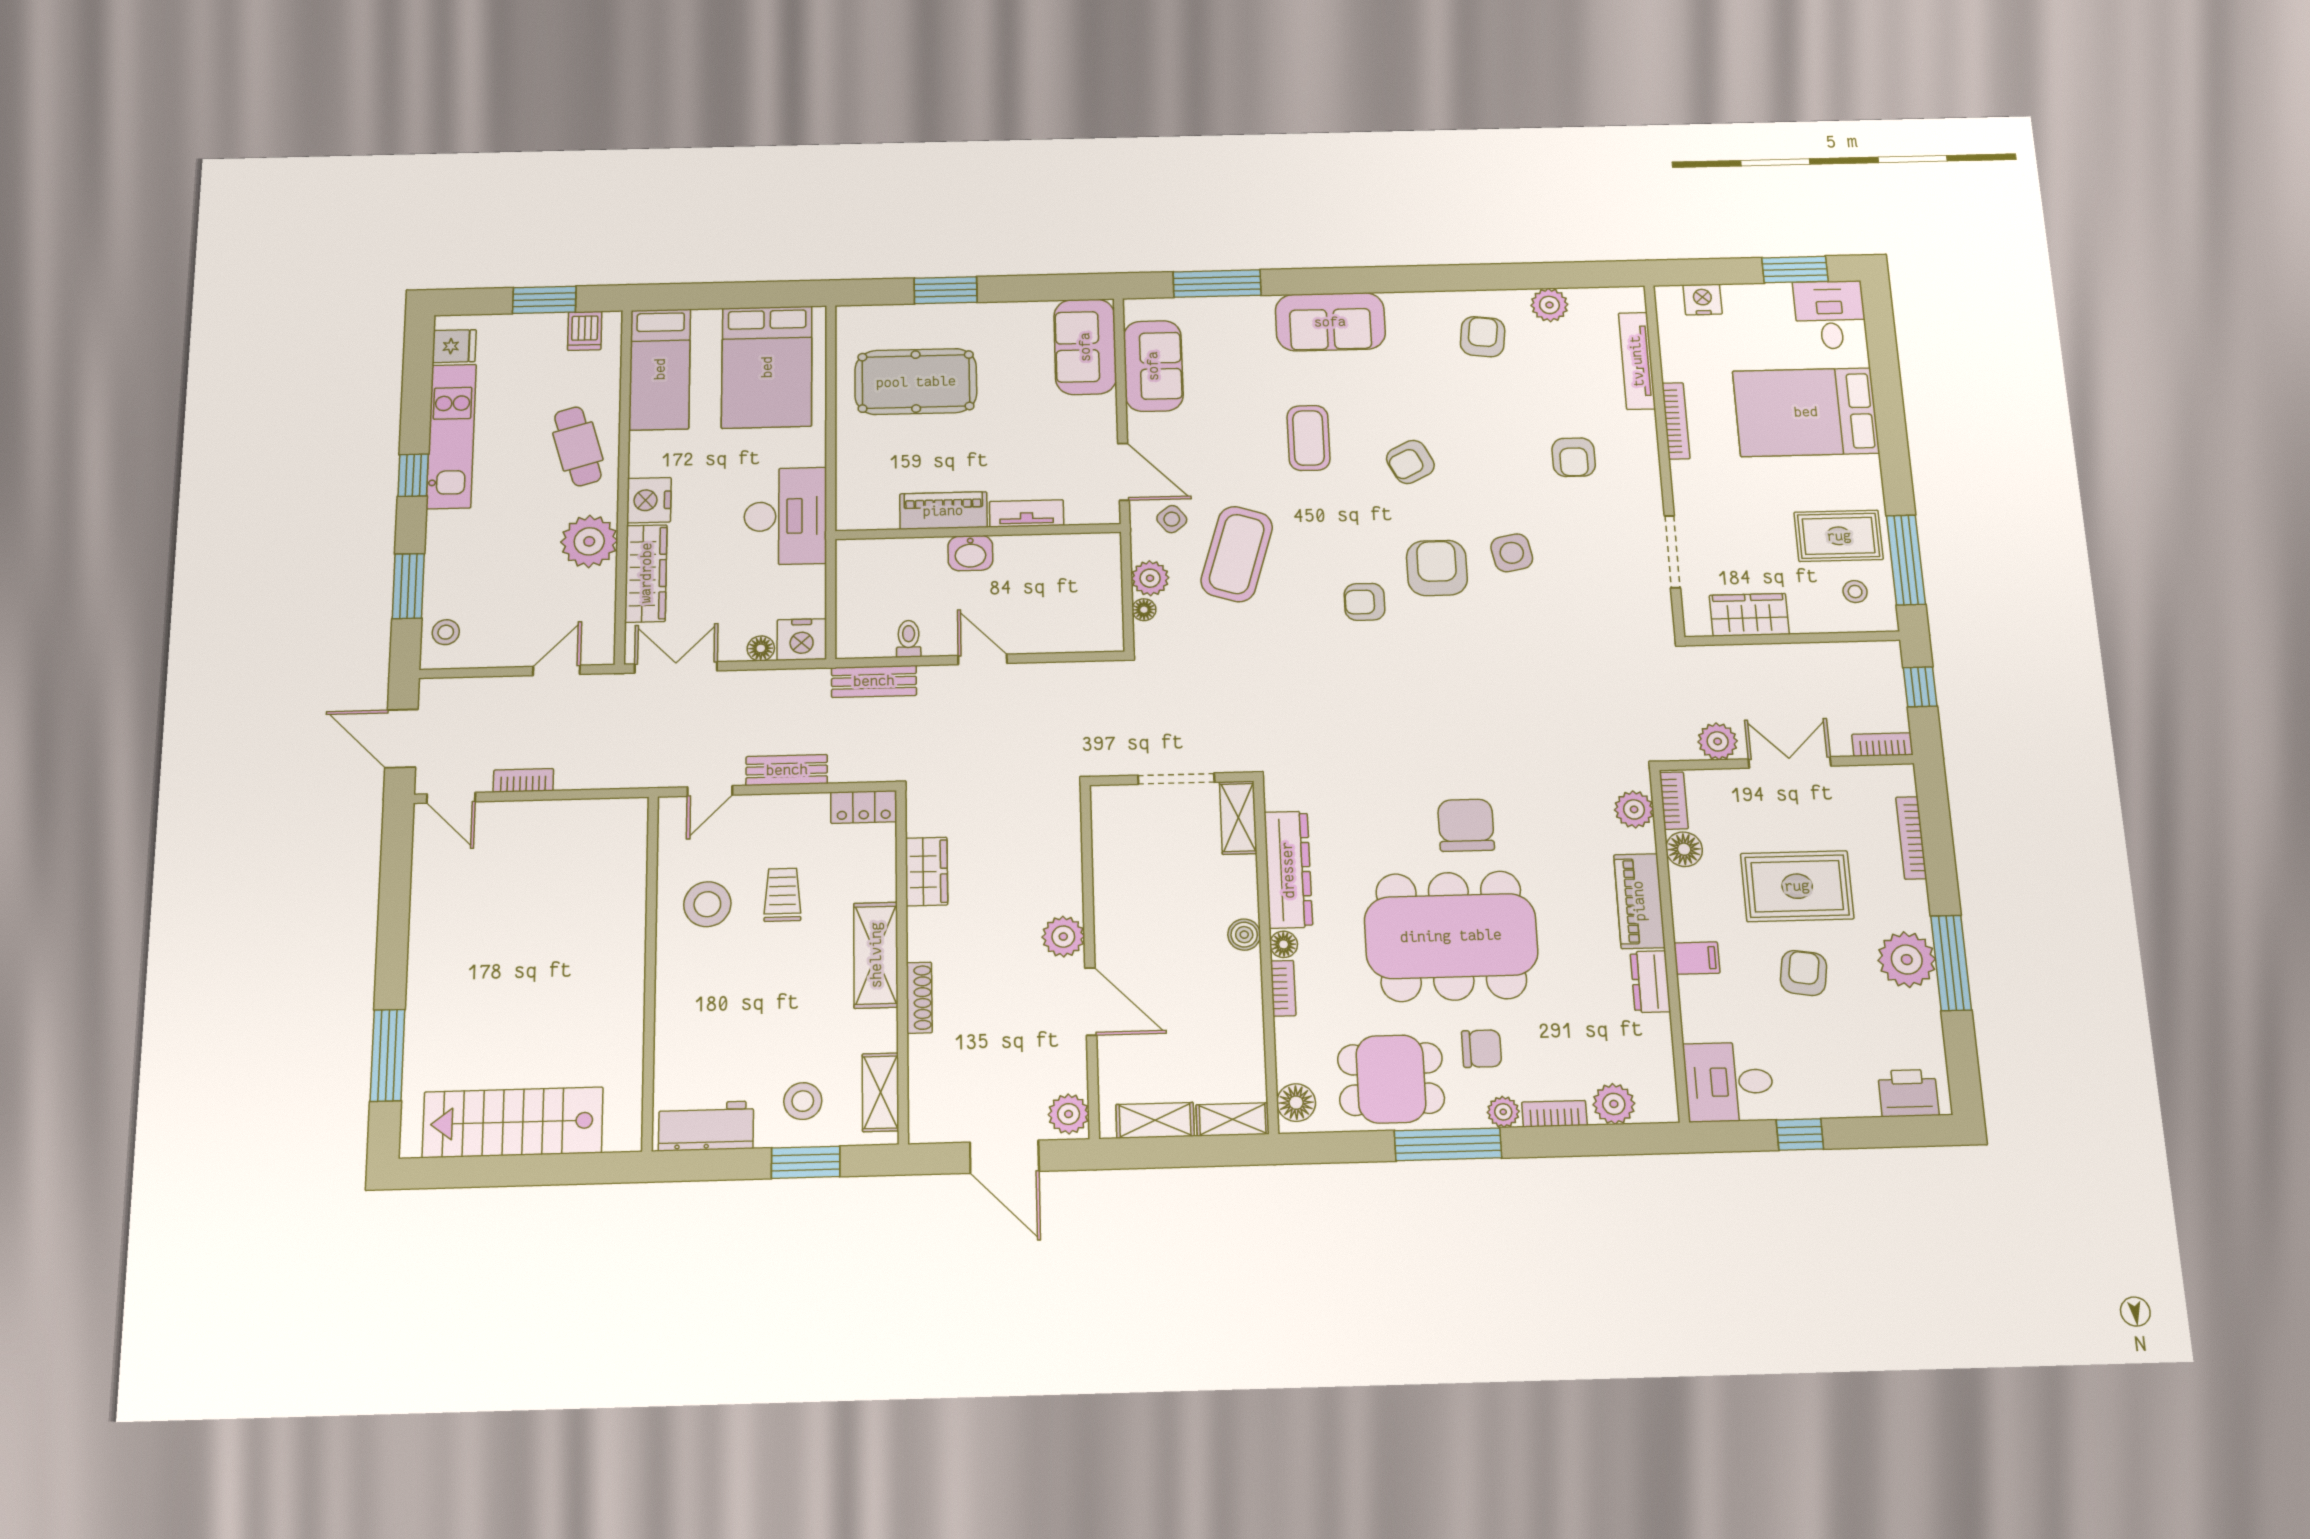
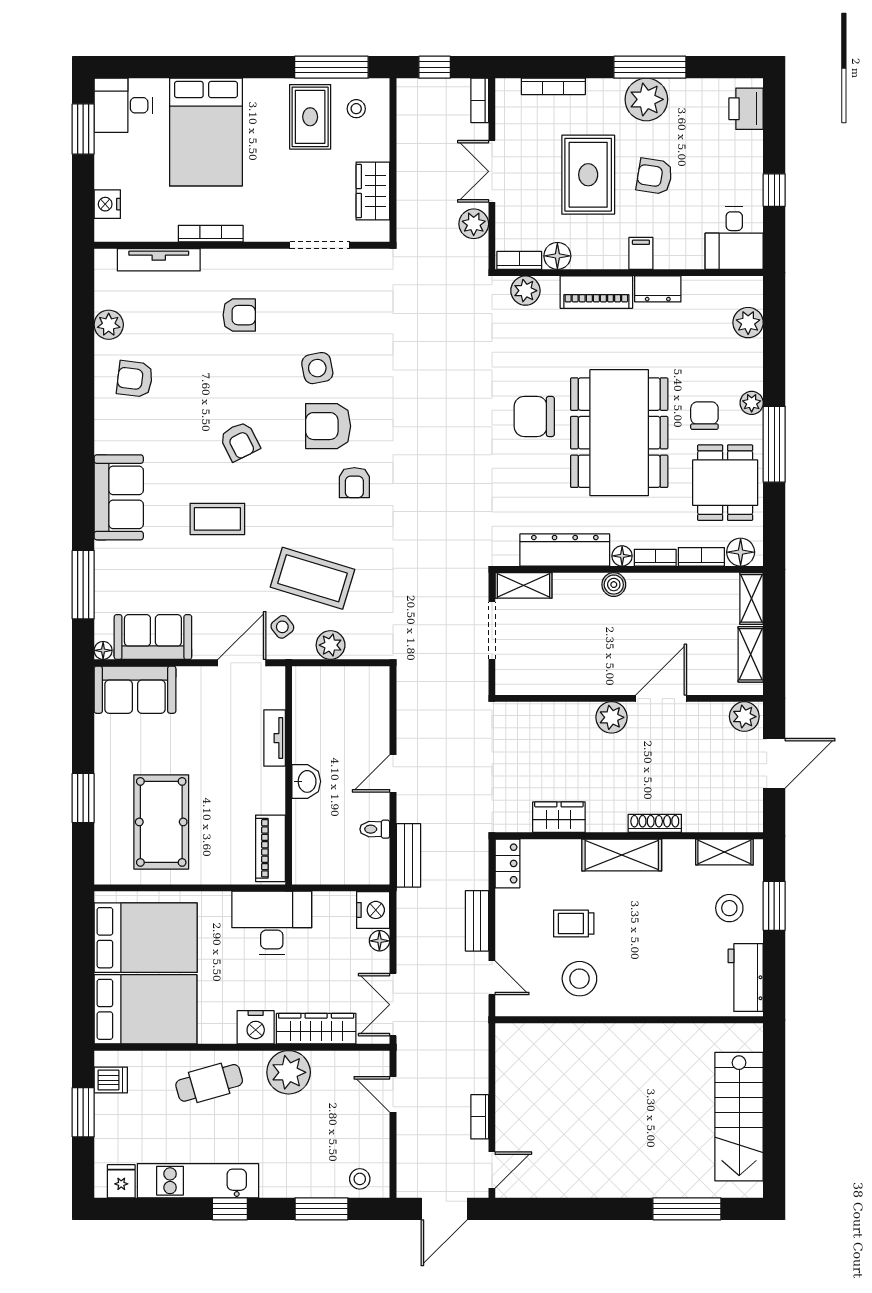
bed: (660, 369) -> (145, 1009), width x1.50
piano: (943, 511) -> (270, 848), moved
floor lamp: (1144, 610) -> (103, 650), moved
bookcase: (1554, 1114) -> (701, 557), moved, turned 90

